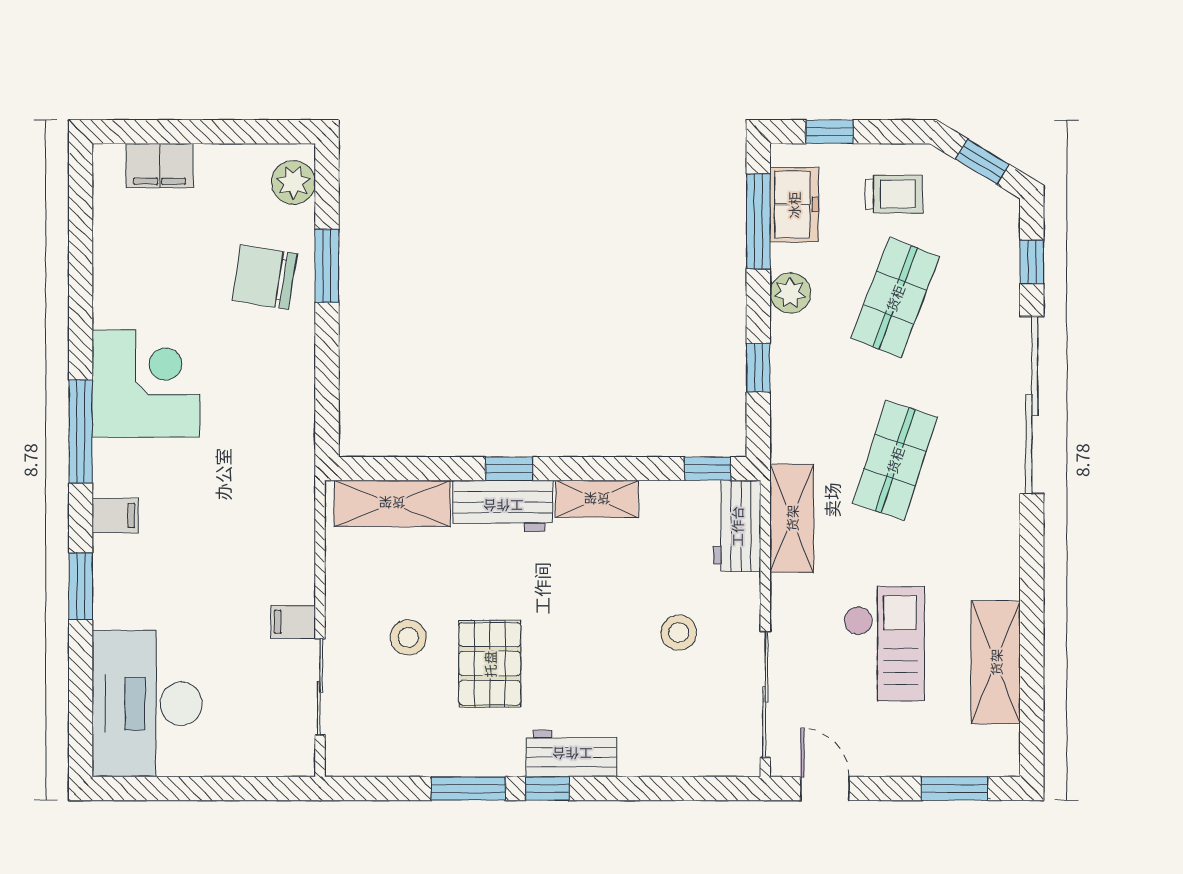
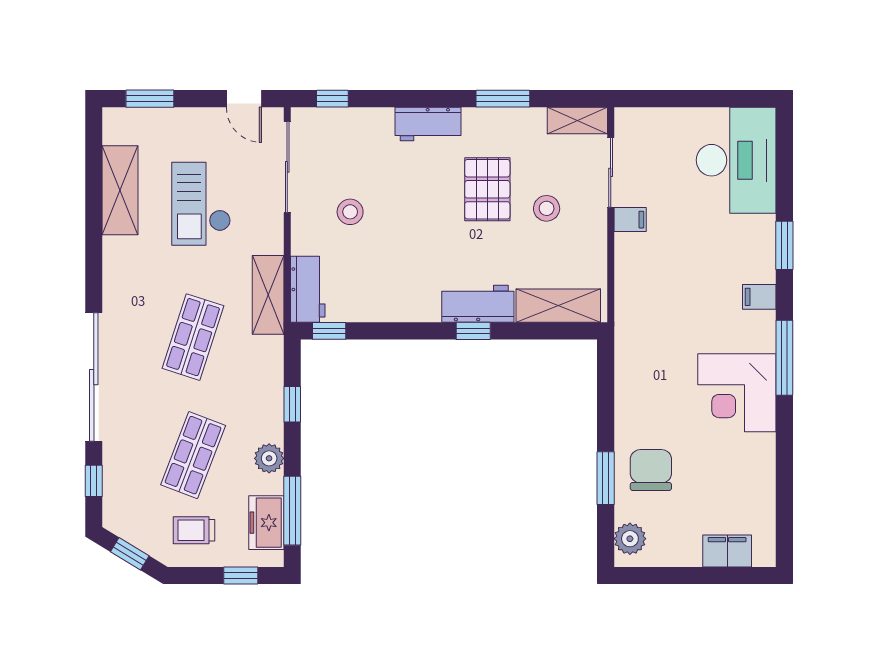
chair: (265, 277) -> (651, 470), turned -99
shelving: (597, 499) -> (577, 121), moved
window: (548, 789) -> (332, 99), moved

